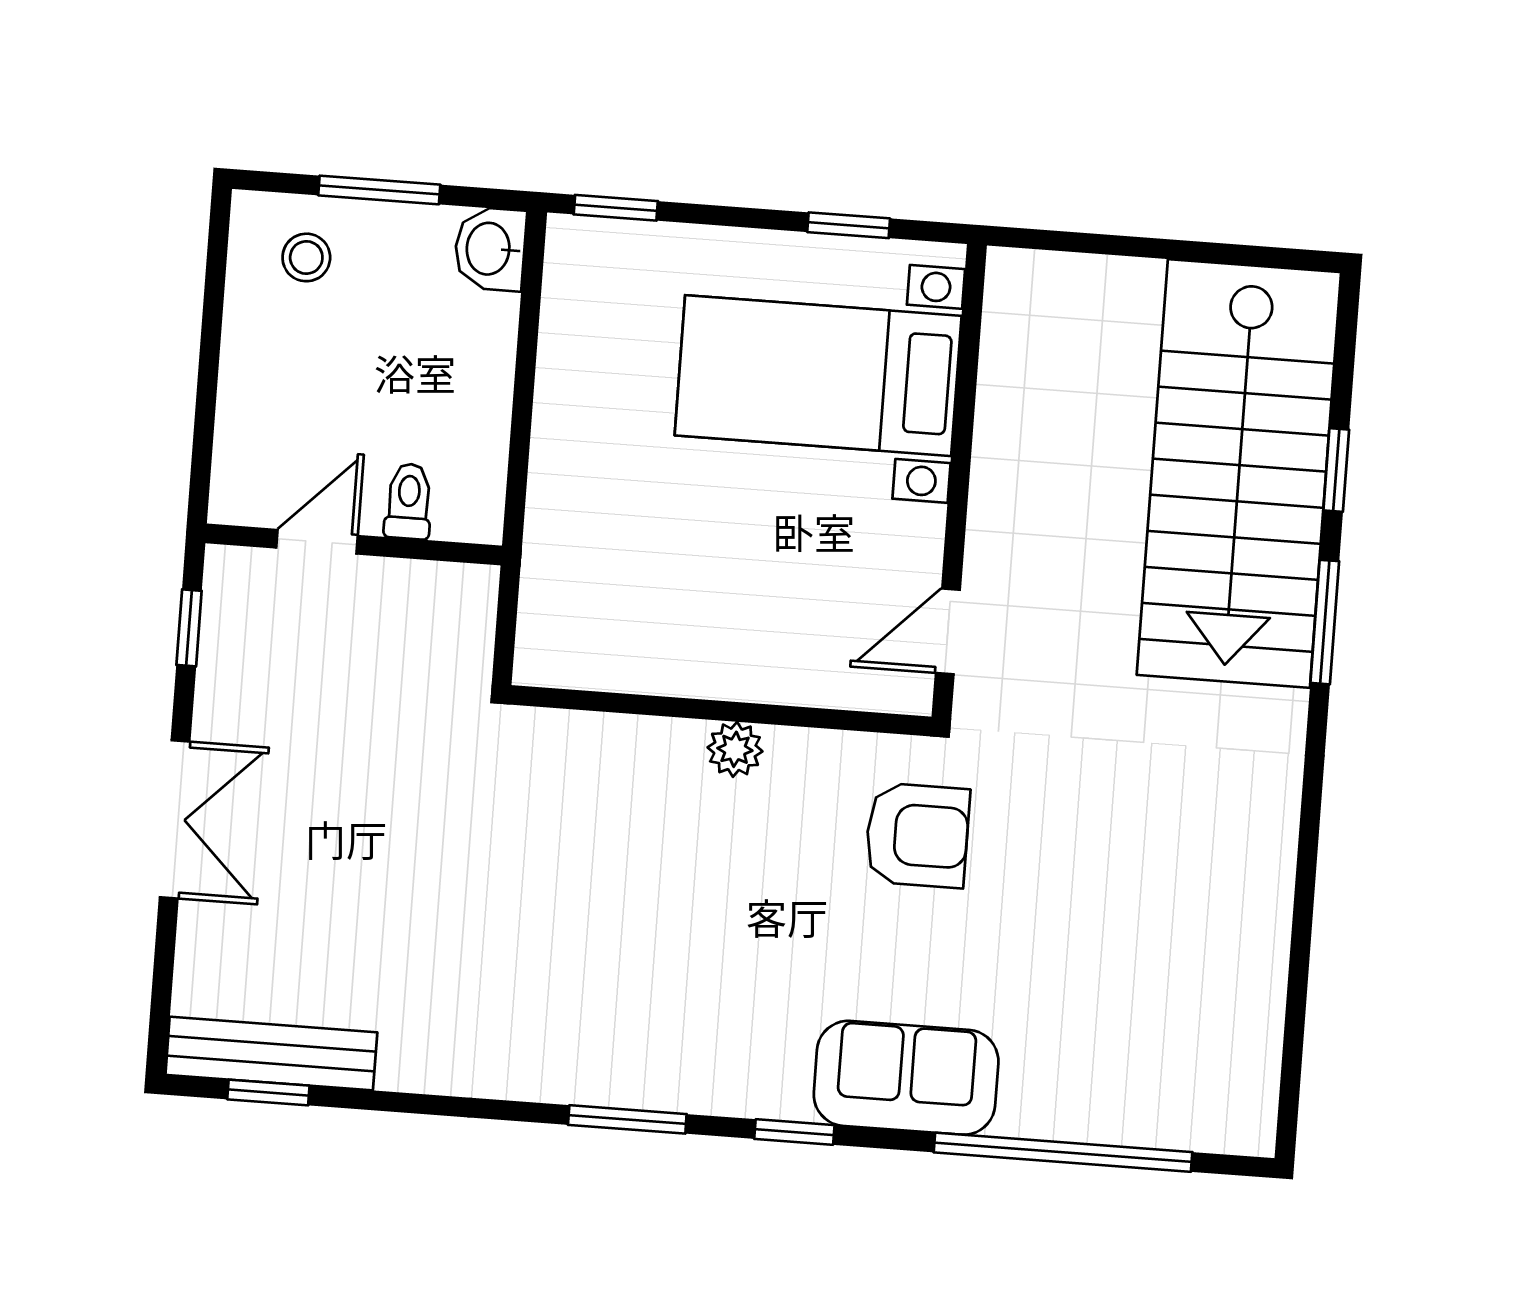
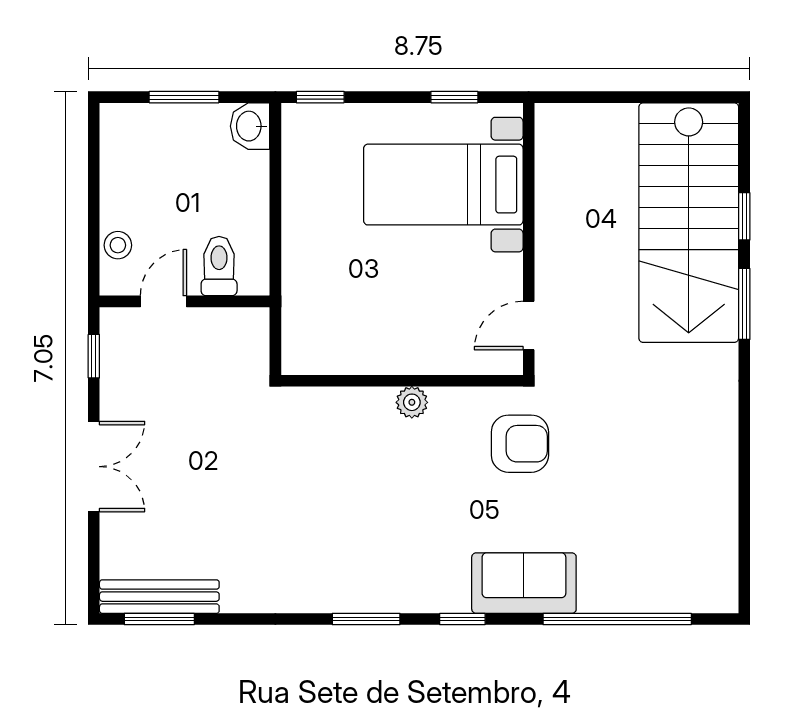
stool: (306, 257) -> (118, 245), moved
toilet: (409, 501) -> (219, 266), width x1.37, depth x1.39
window: (268, 1093) -> (159, 619), width x1.50

